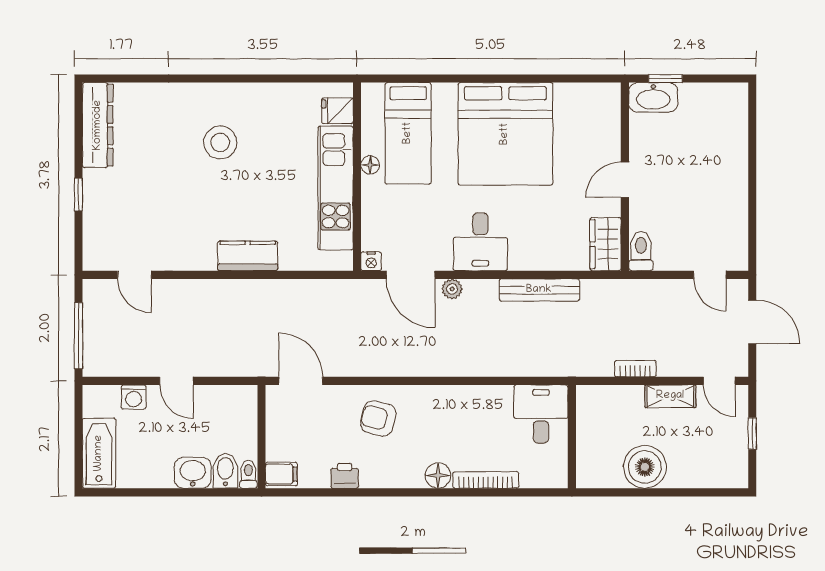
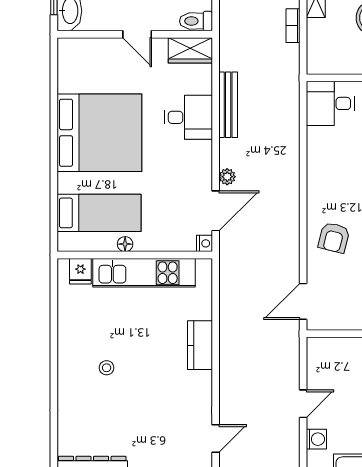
stool: (220, 142) -> (107, 368), width x0.53, depth x0.53
desk: (480, 242) -> (188, 117), moved

